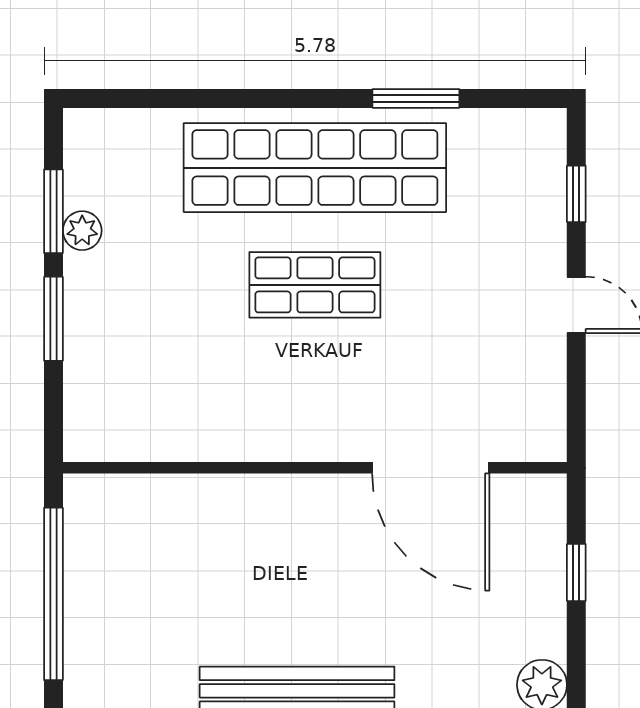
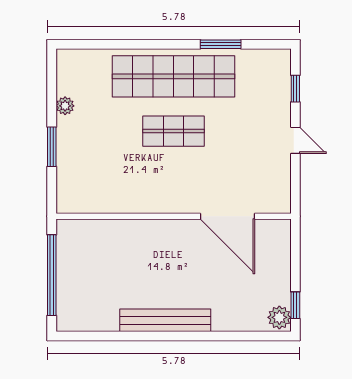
window: (53, 211) -> (52, 97), removed
window: (576, 572) -> (295, 305), moved

